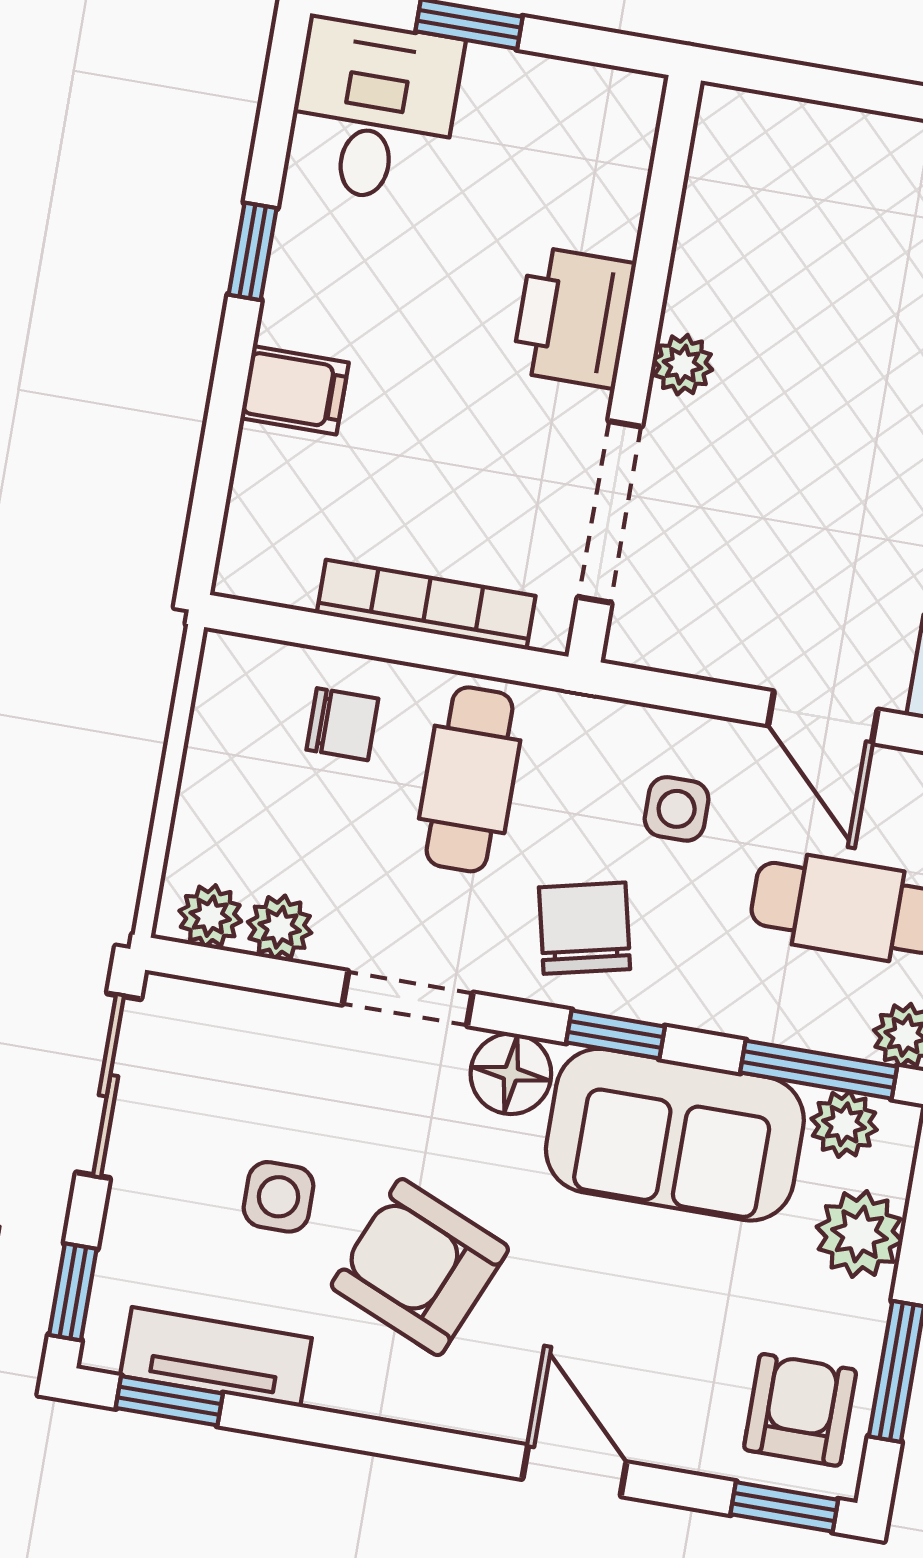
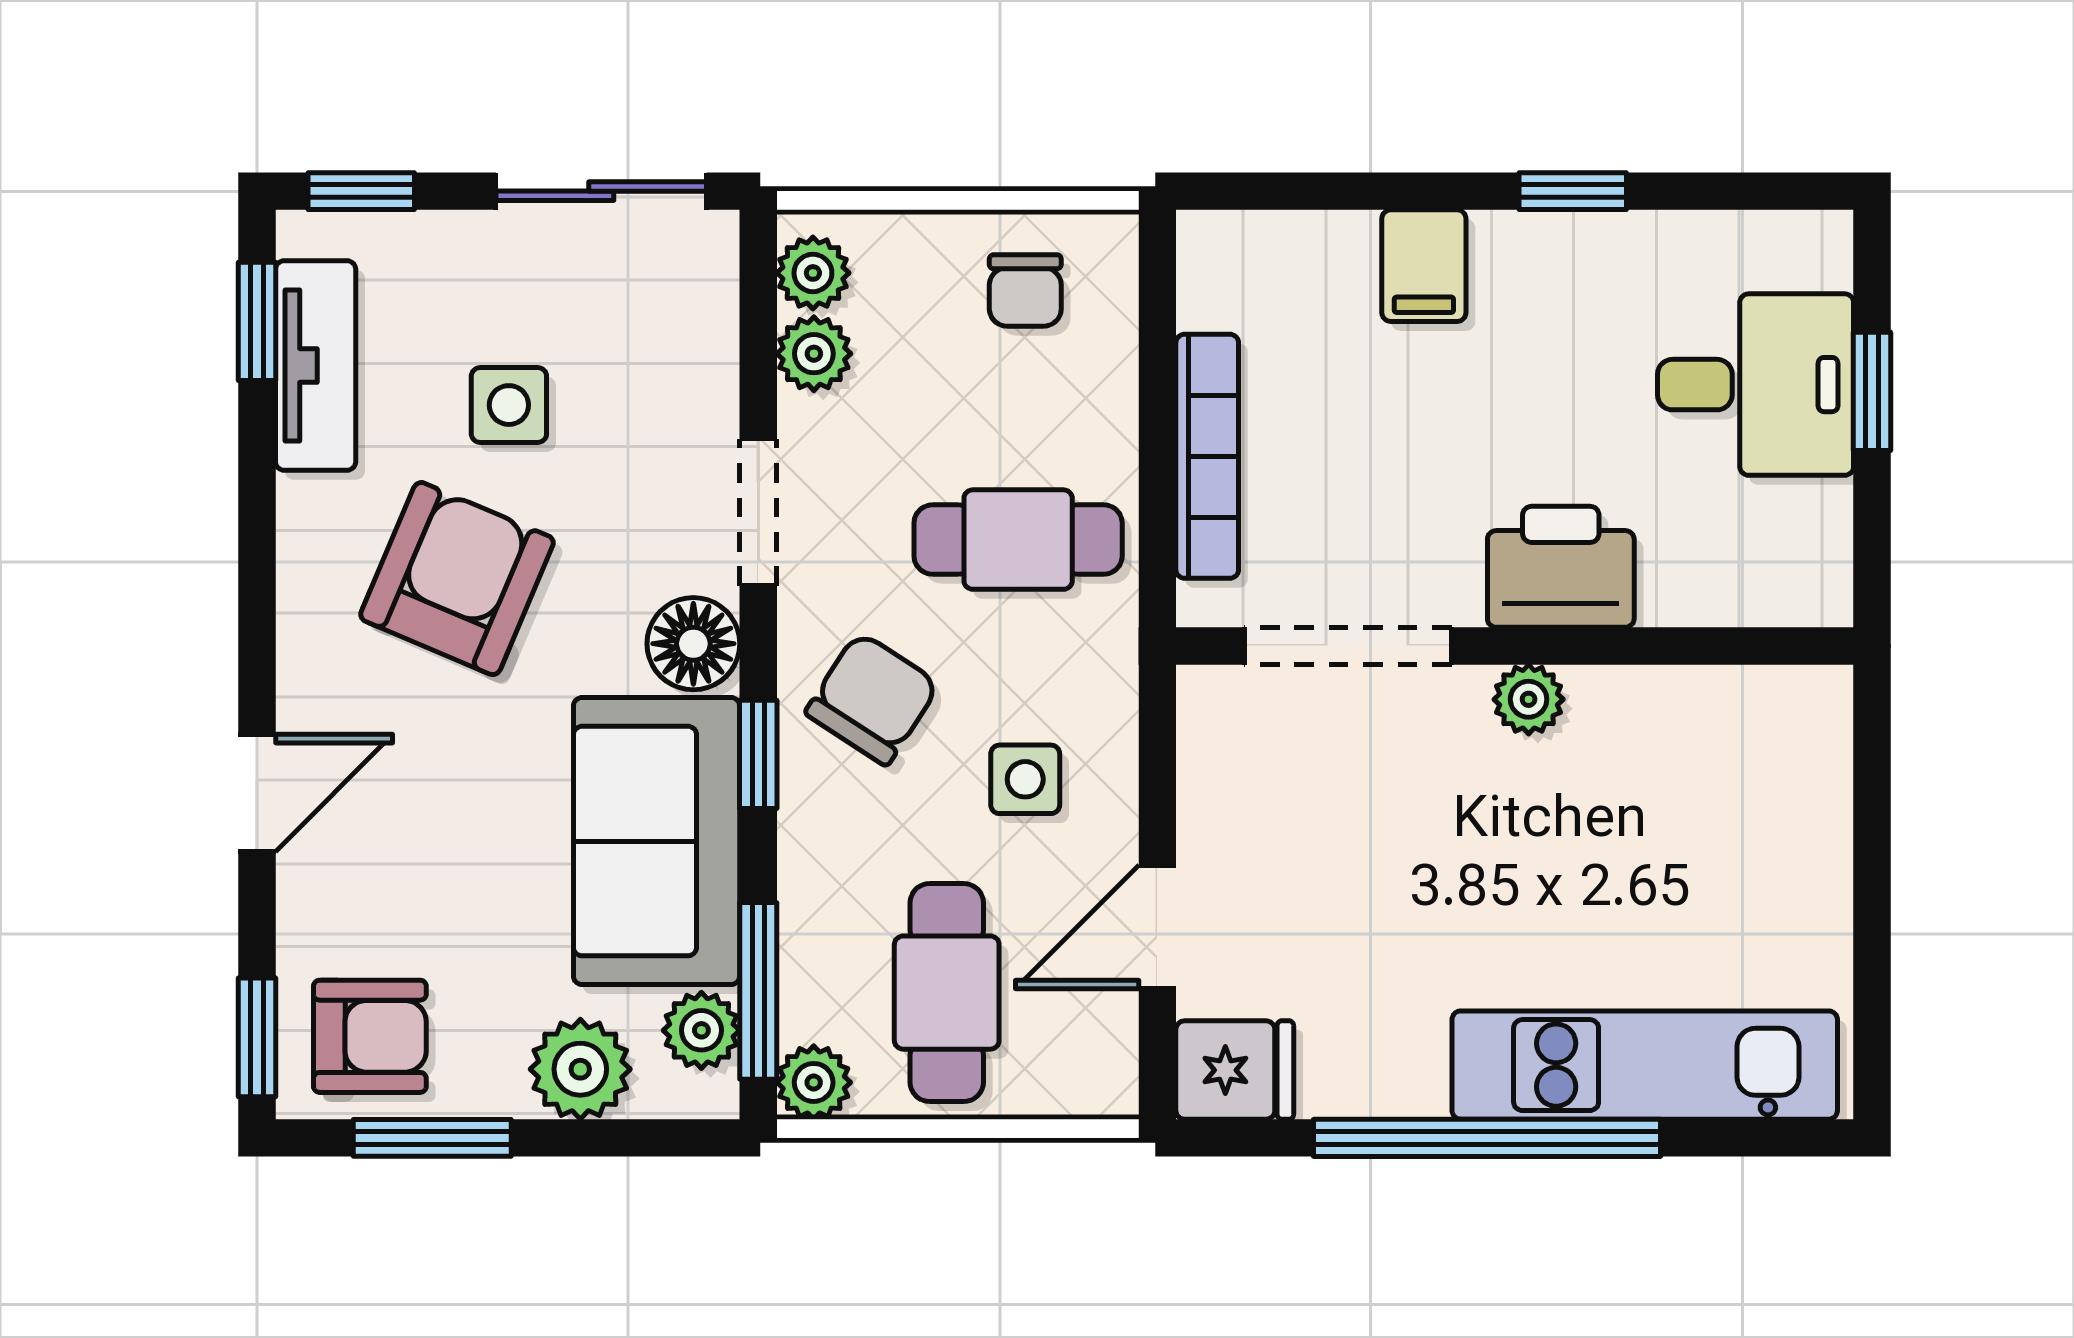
desk: (374, 111) -> (1756, 385), moved
chair: (342, 724) -> (1025, 290), moved
chair: (585, 928) -> (872, 699), turned -44

